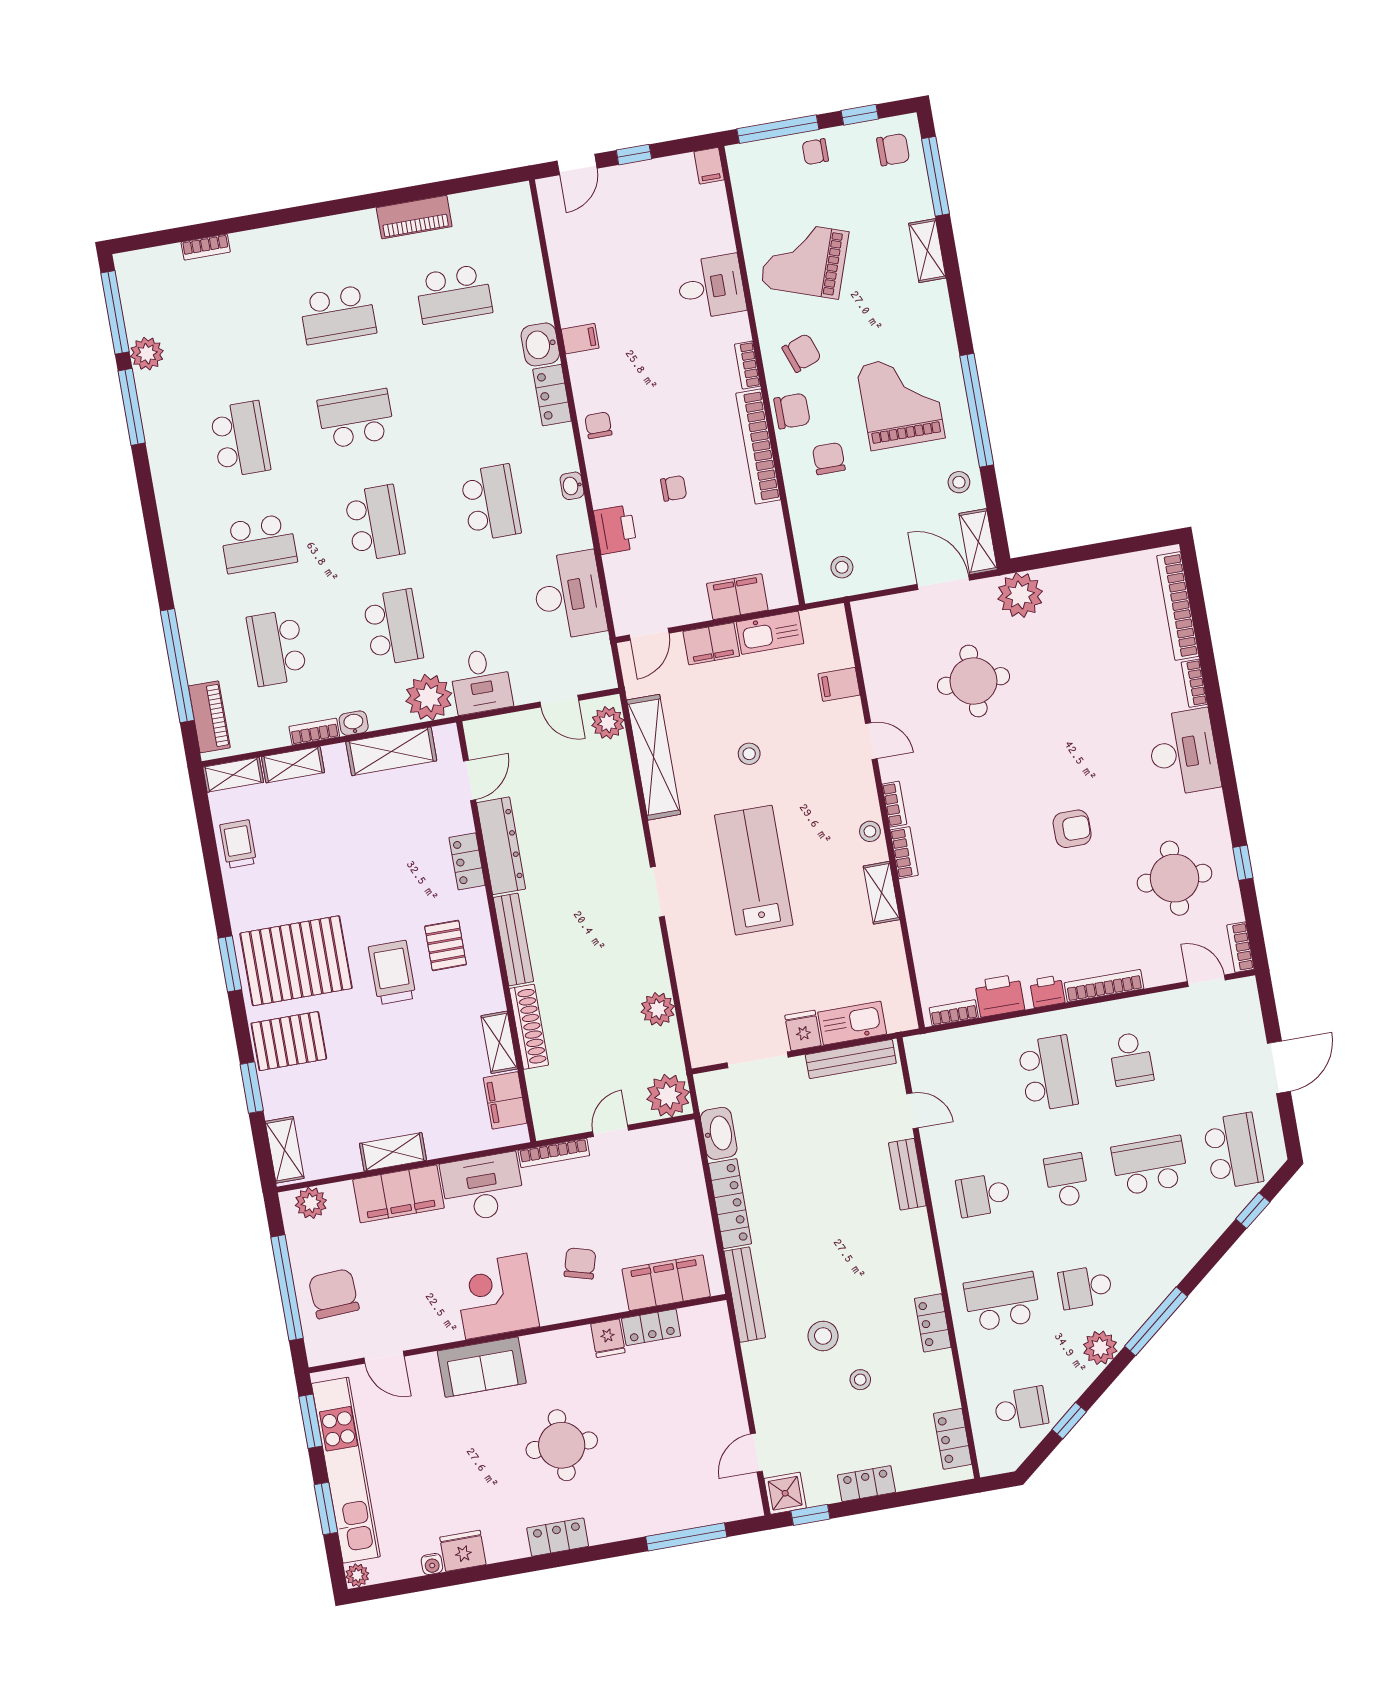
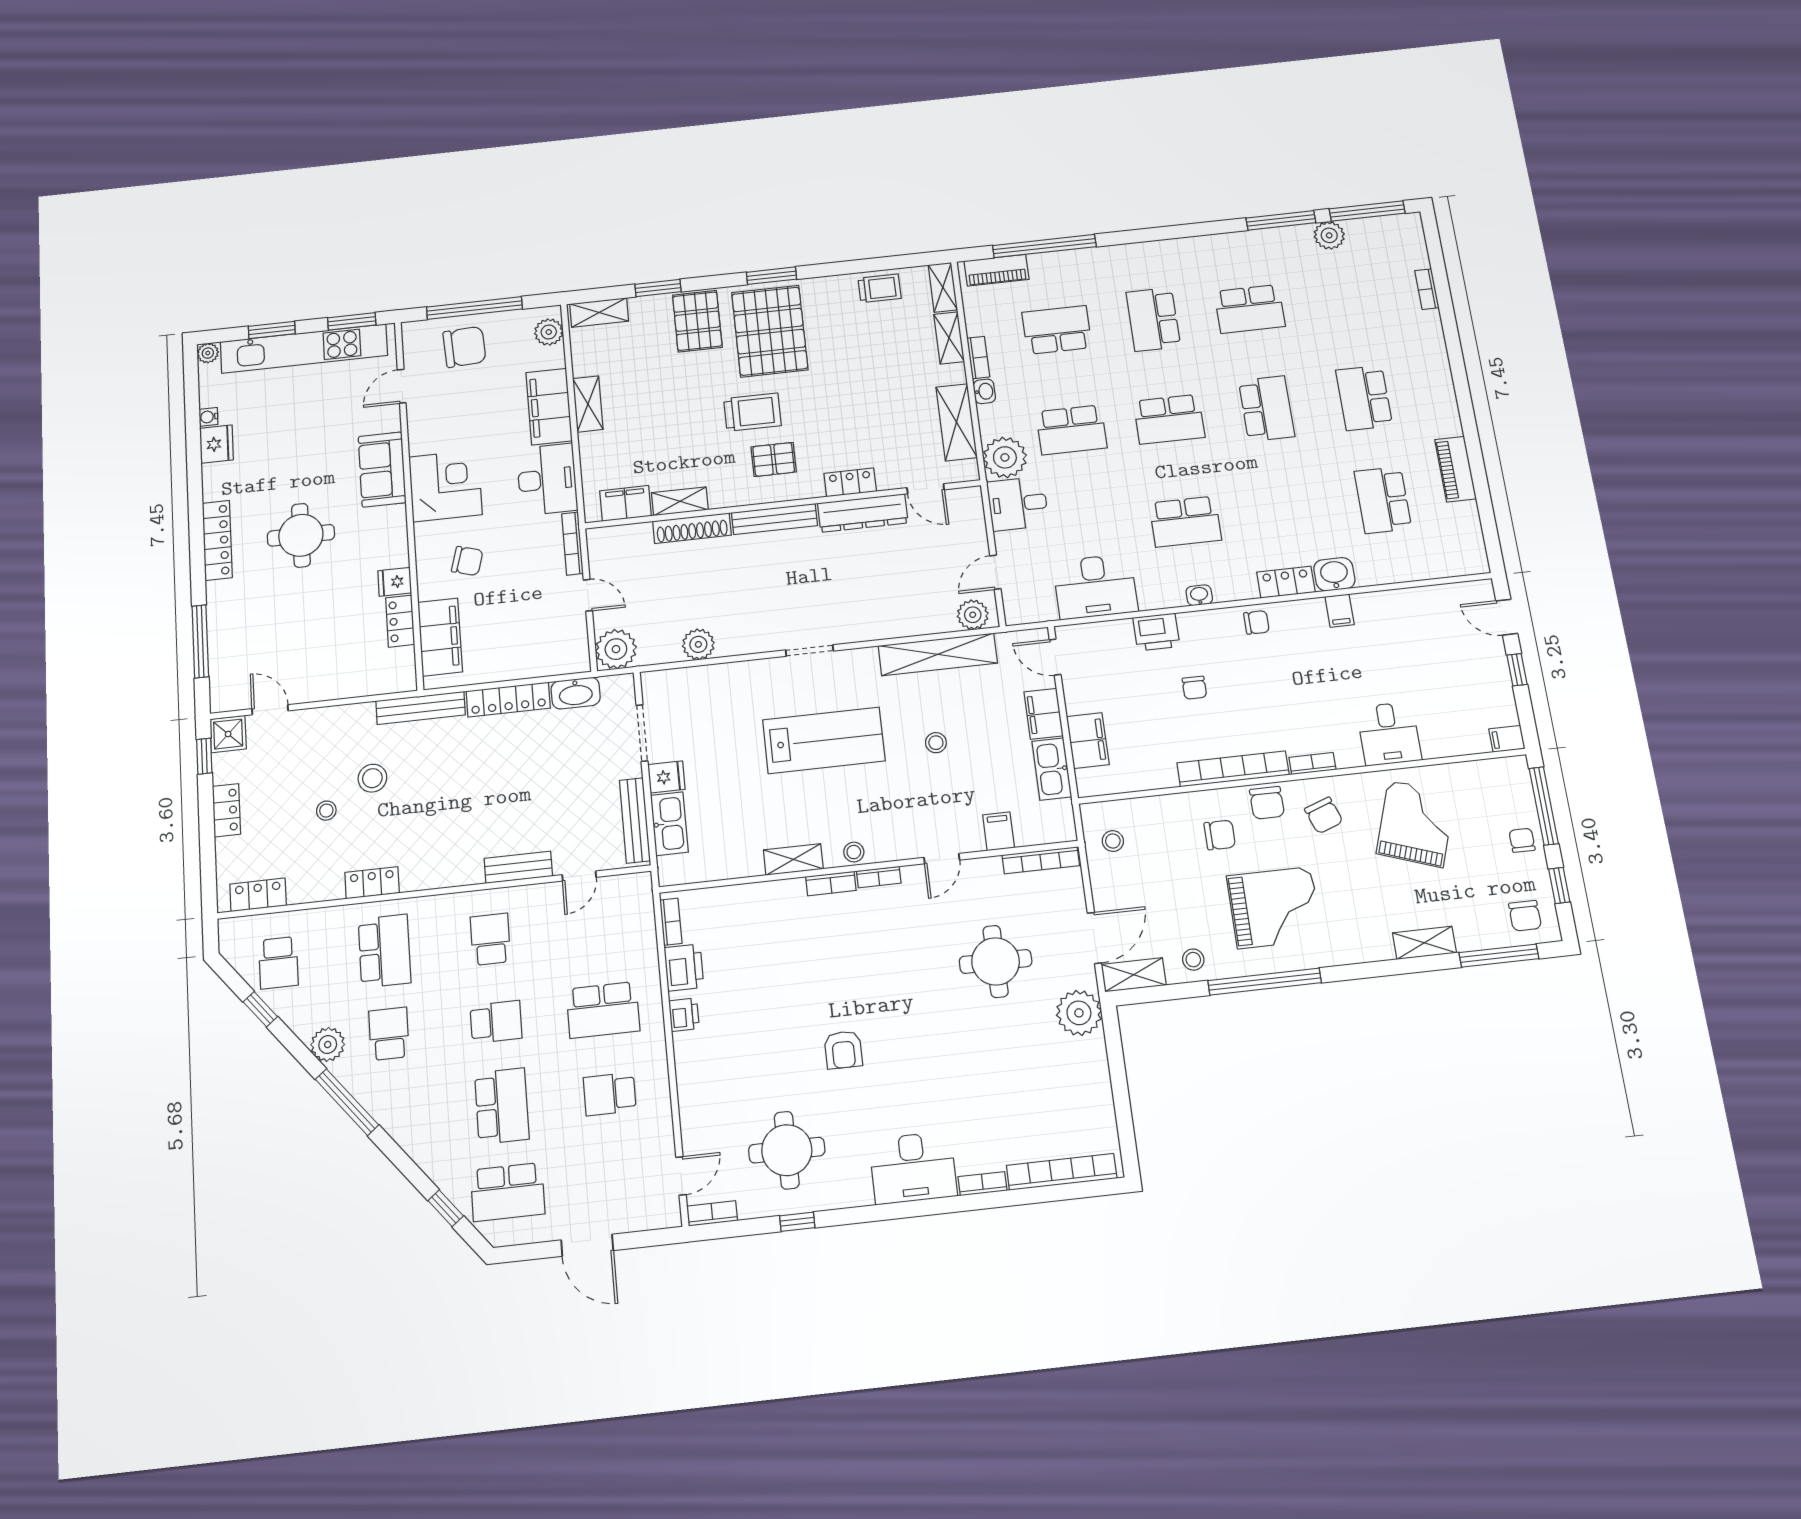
bookcase: (1104, 986) -> (1041, 860), moved, turned 90
locker: (558, 1537) -> (217, 540), width x1.53

